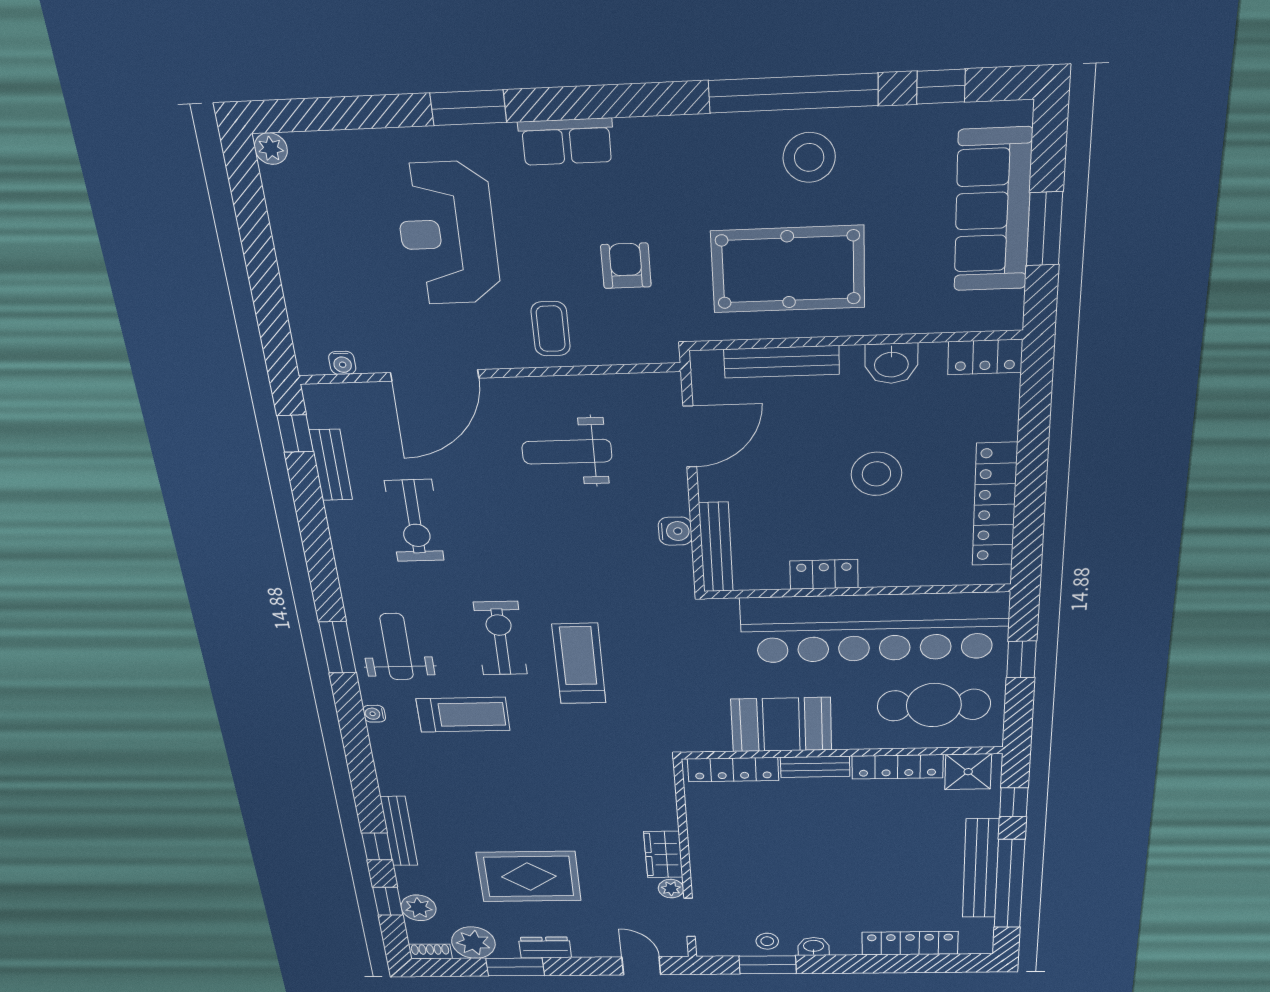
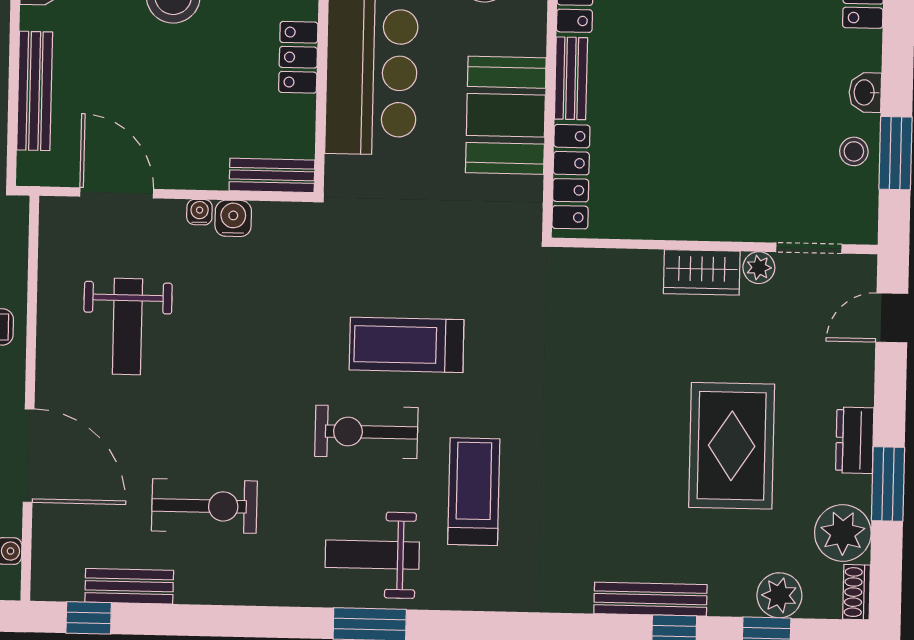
bench: (716, 547) -> (272, 175), width x0.73
water cooler: (374, 714) -> (199, 212), moved, turned 180

